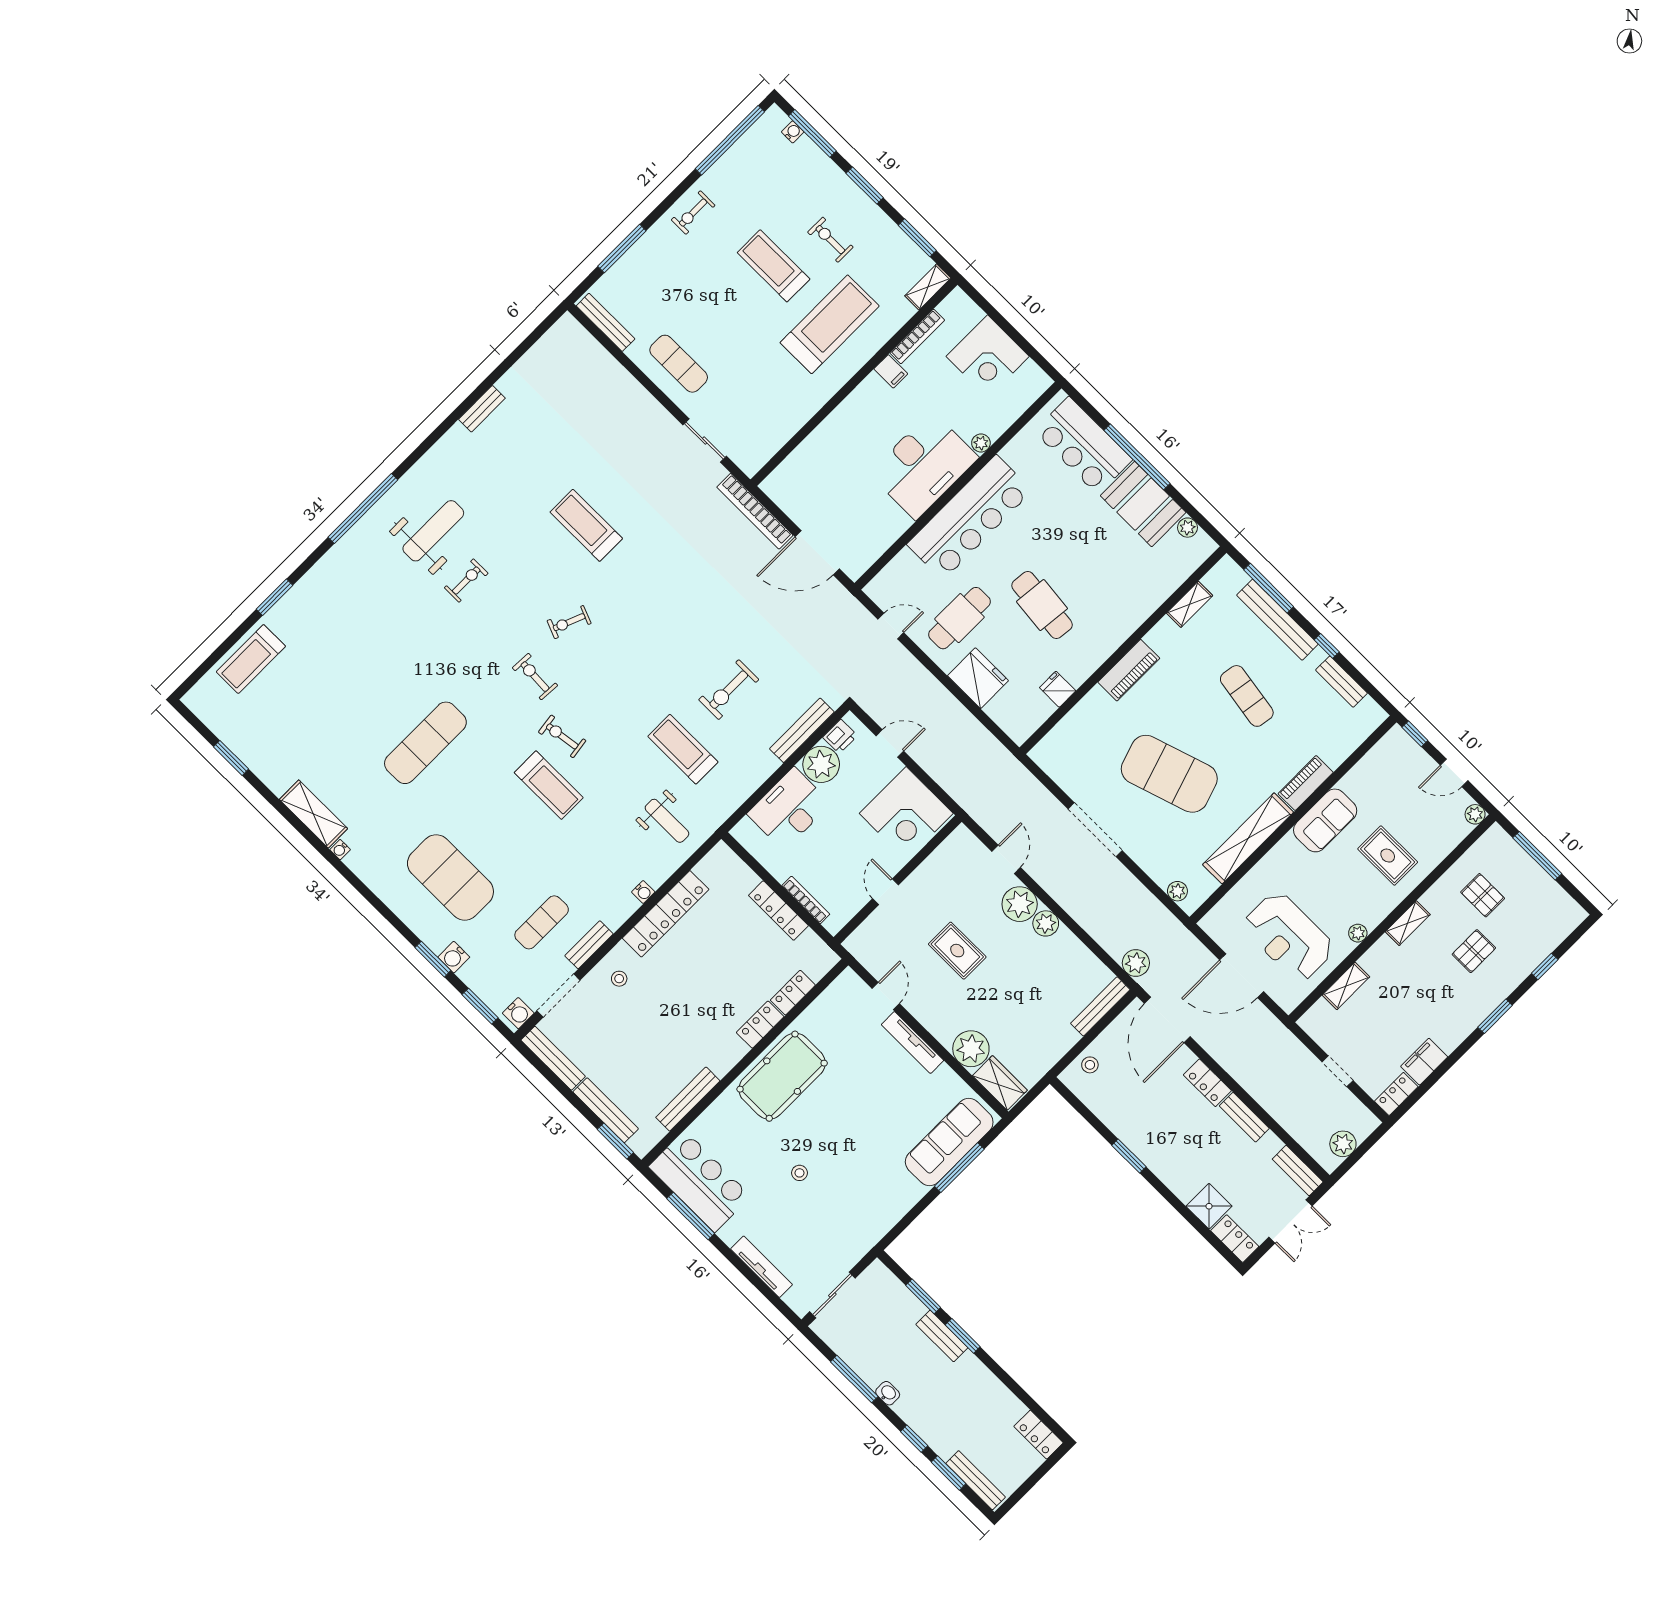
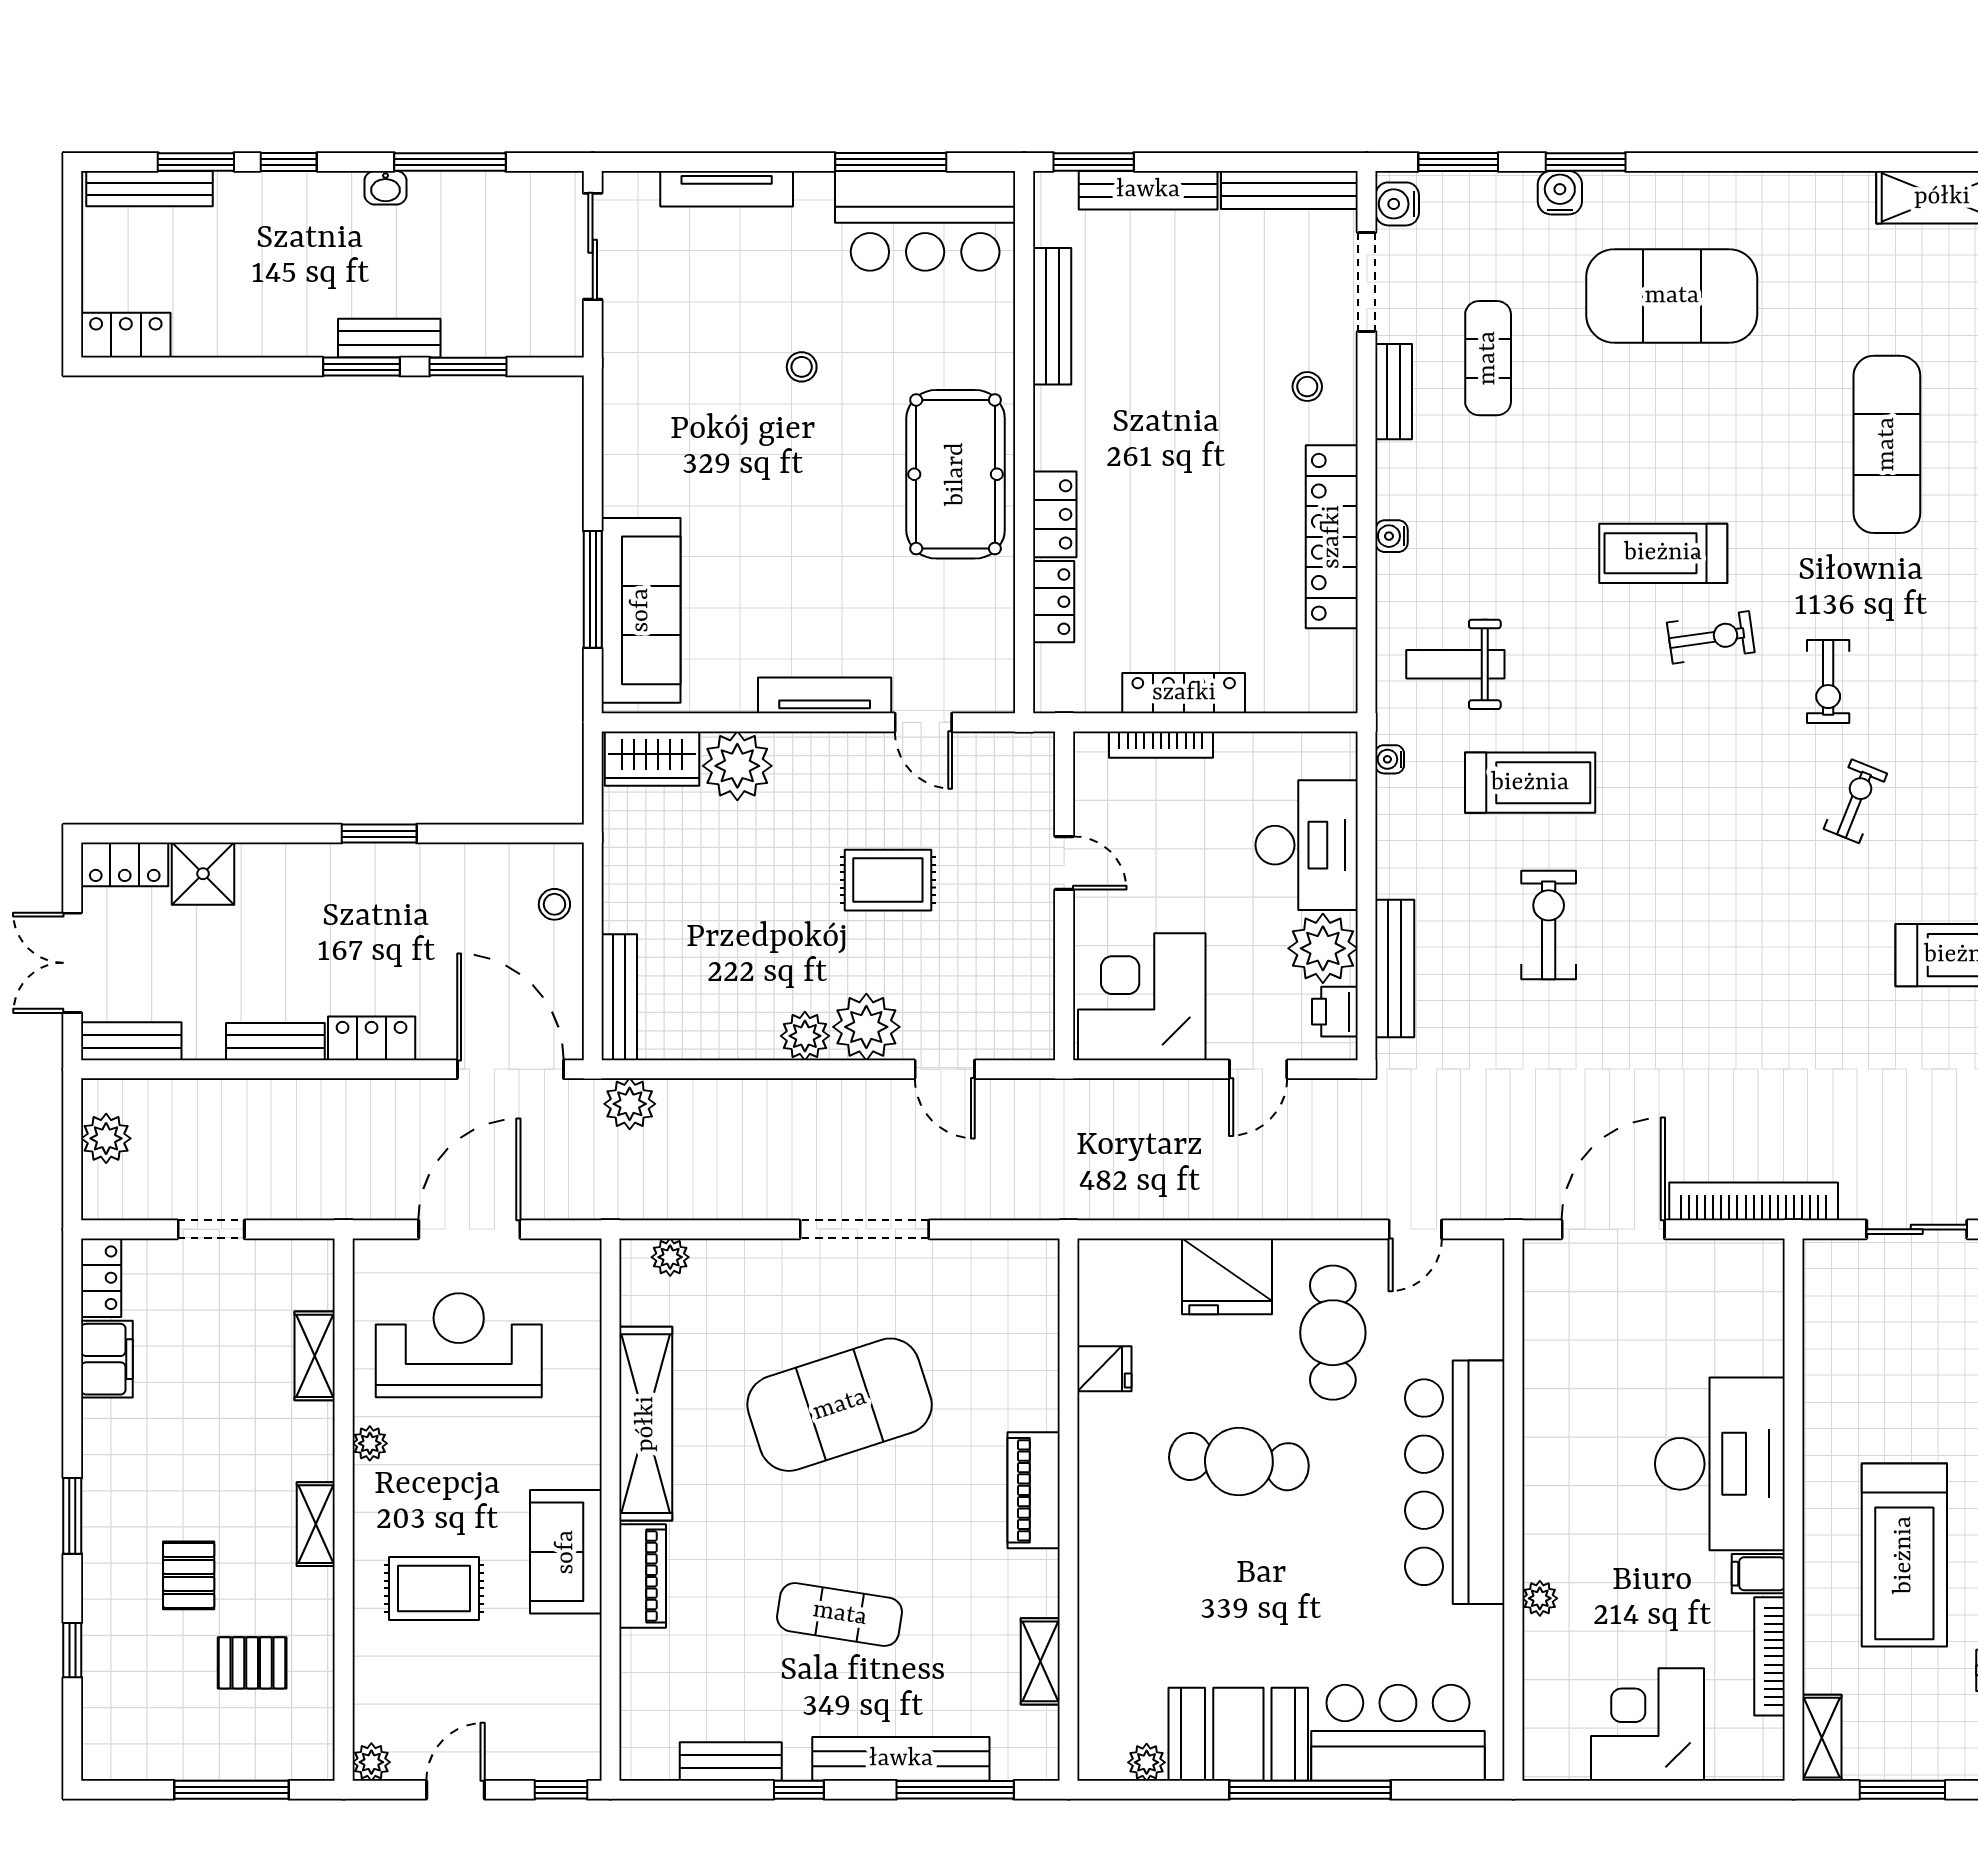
desk: (924, 465) -> (1720, 1464), moved, turned 180
exercise bike: (535, 677) -> (1828, 682), turned 87
water cooler: (340, 850) -> (1390, 759), moved, turned -90

